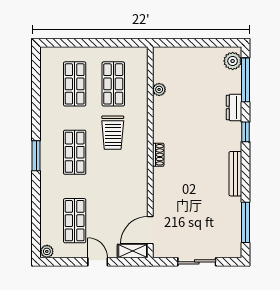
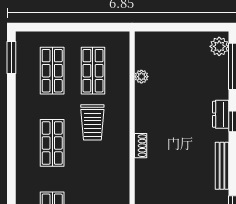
dresser: (234, 107) -> (221, 114), moved
window: (36, 156) -> (11, 58), moved

